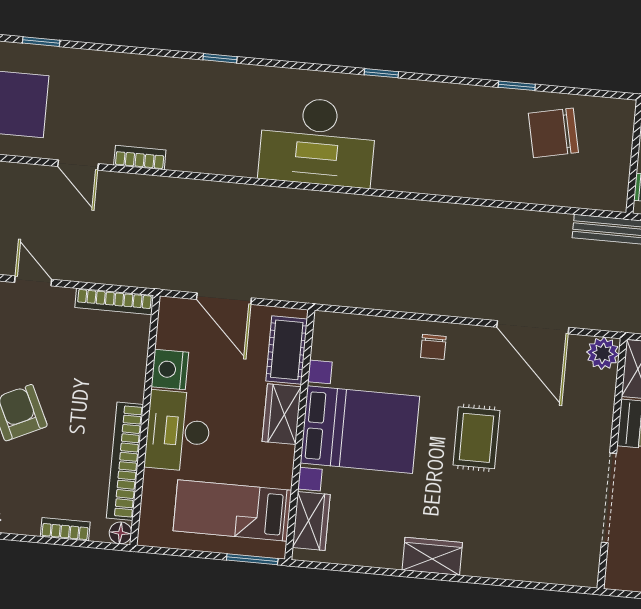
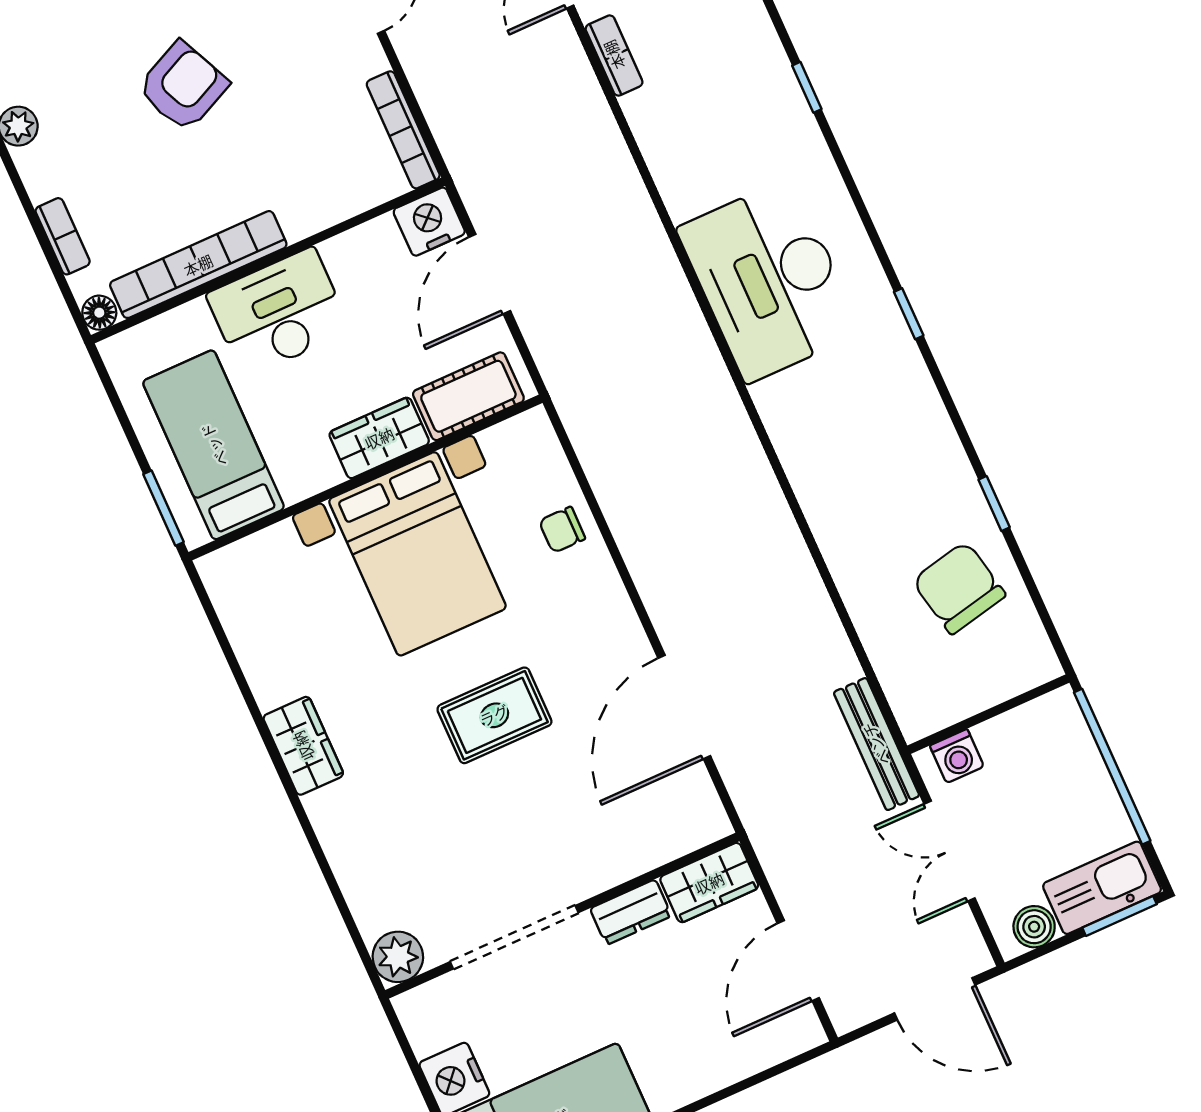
chair: (433, 347) -> (562, 530), moved
plant: (603, 353) -> (398, 957), moved
nightstand: (170, 369) -> (429, 222), moved
wardrobe: (311, 521) -> (259, 558), removed

